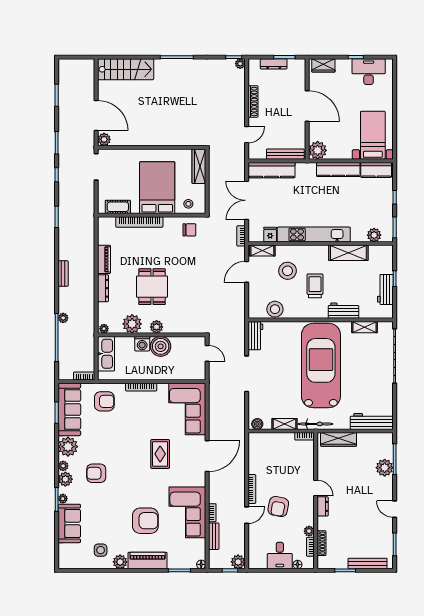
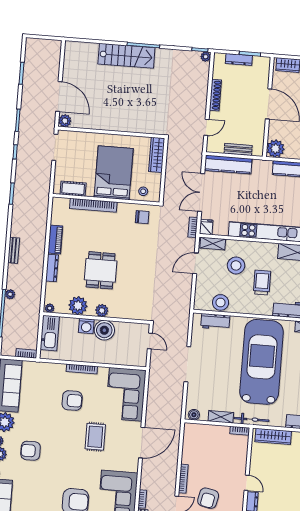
stairs: (126, 69) -> (126, 56), moved
bench: (285, 154) -> (238, 149), width x0.73
fridge: (270, 235) -> (206, 227), moved
workbench: (255, 336) -> (215, 322), moved, turned 90
armchair: (104, 401) -> (72, 401), moved

